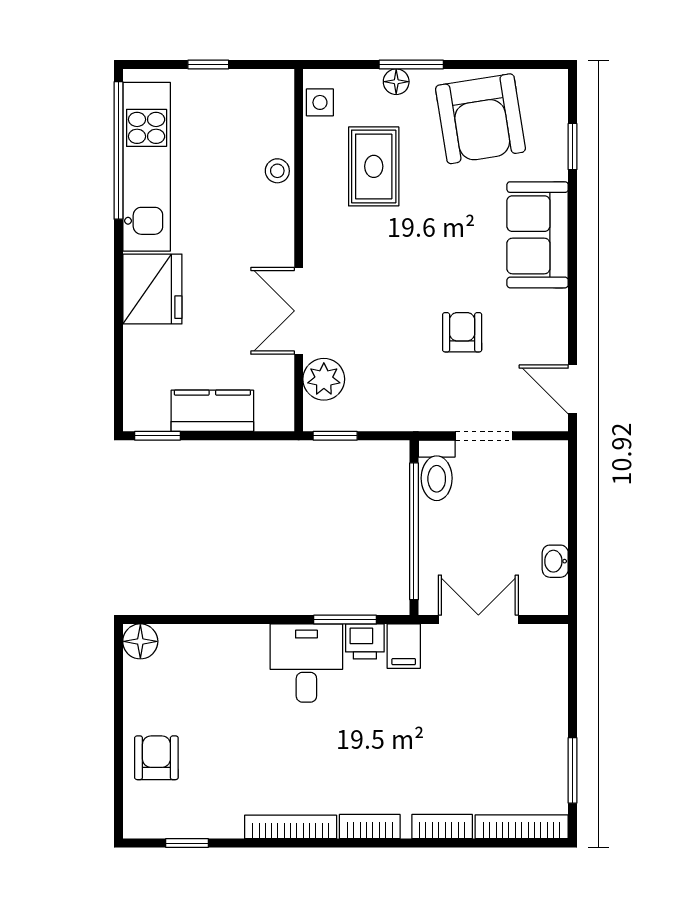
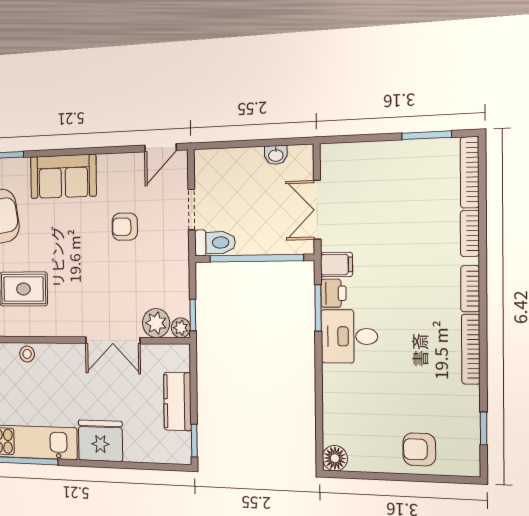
plant: (317, 417) -> (181, 328), added

